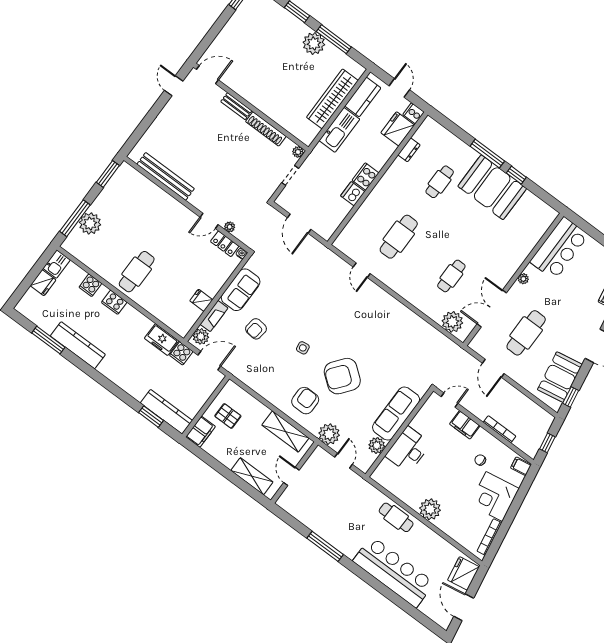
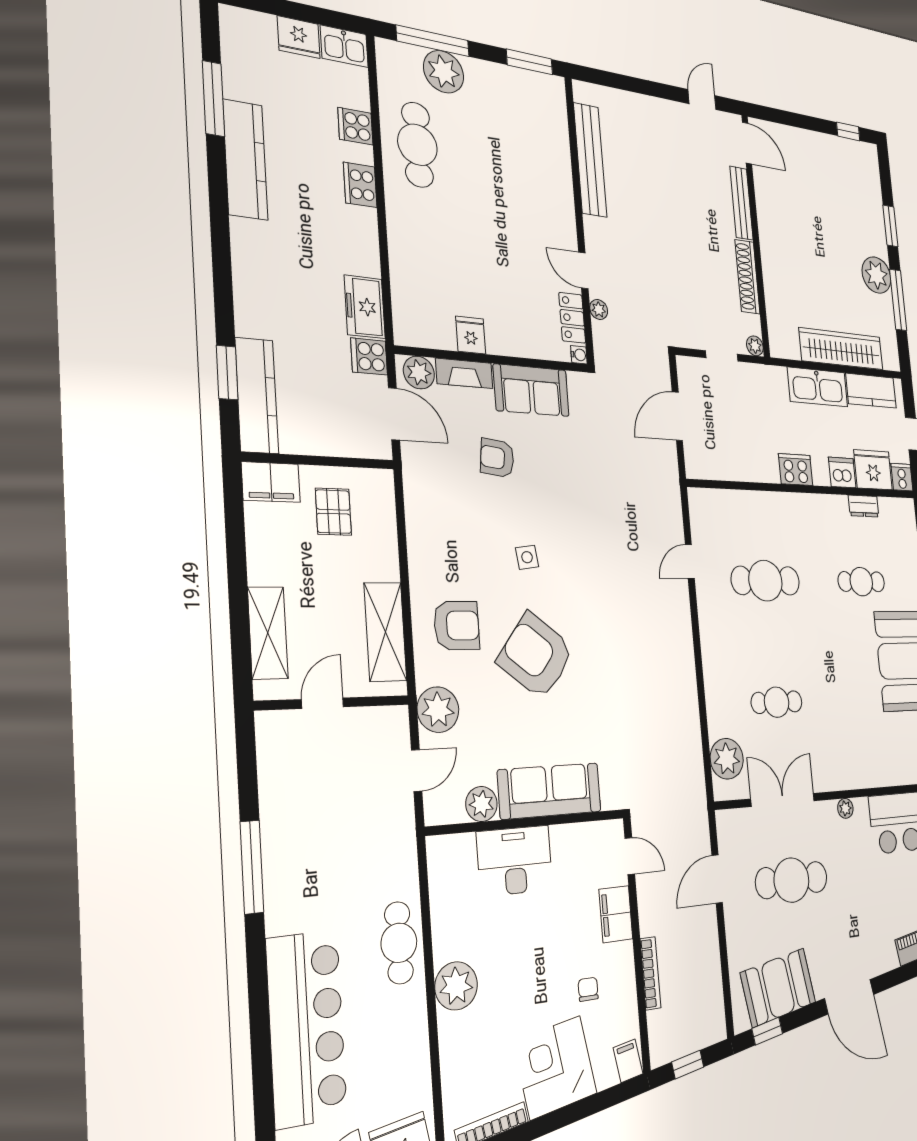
bench: (236, 106) -> (741, 203), width x1.36
dishwasher: (353, 194) -> (842, 473), moved
cafe table: (137, 272) -> (417, 145), moved, turned 90

